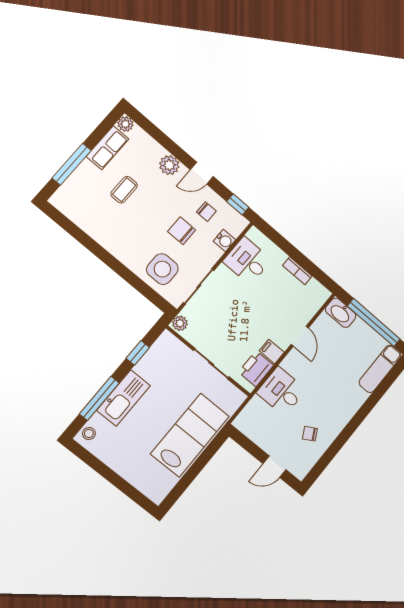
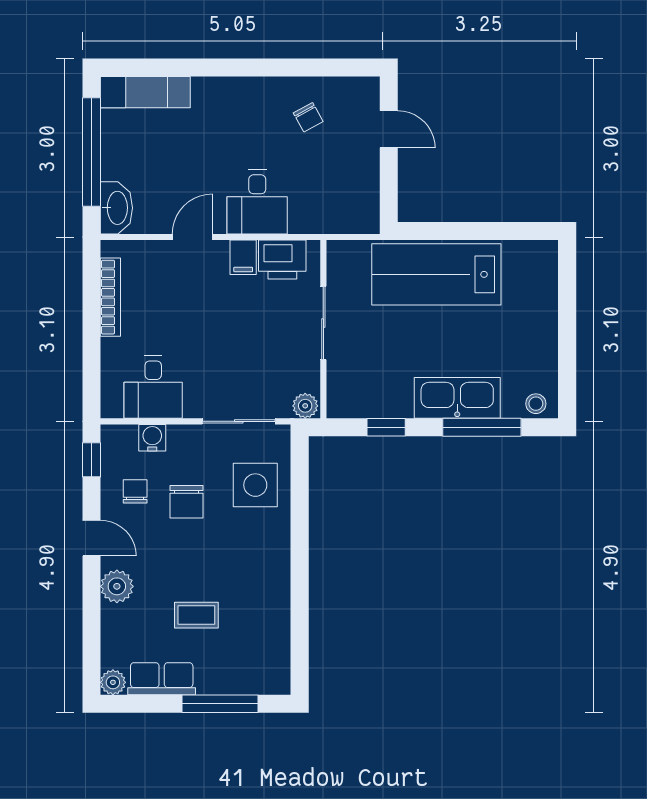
bookcase: (297, 271) -> (110, 297), width x1.56
desk: (281, 391) -> (257, 202), moved

